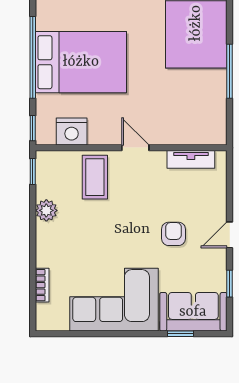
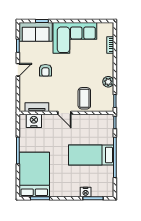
bed: (81, 62) -> (91, 155), width x0.67
nightstand: (72, 131) -> (34, 121), moved

